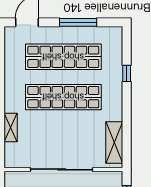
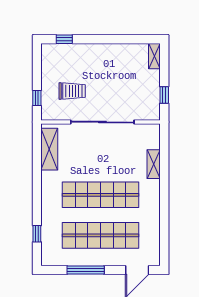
window: (127, 73) -> (37, 234), moved

